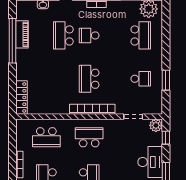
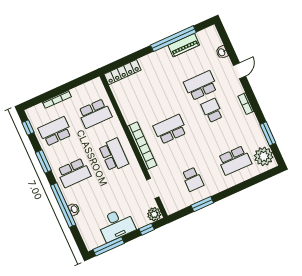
school desk: (46, 137) -> (95, 113), turned -90

